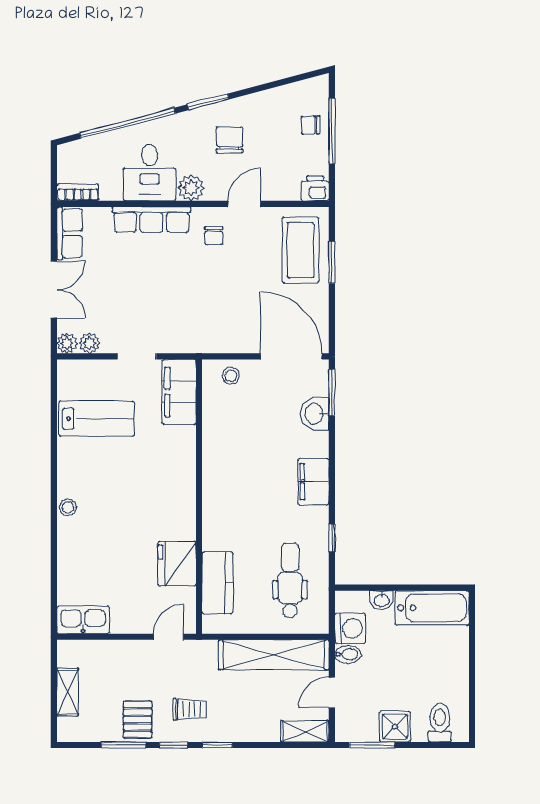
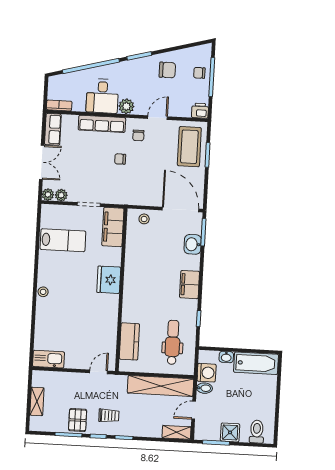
chair: (230, 140) -> (167, 70), moved, turned 90
chair: (185, 277) -> (120, 159), added
fridge: (177, 564) -> (109, 280), moved

